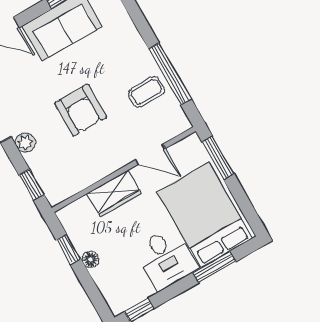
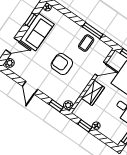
window: (170, 74) -> (93, 31), width x0.69
armchair: (81, 110) -> (62, 64), turned 180
plant: (25, 143) -> (68, 105), moved

